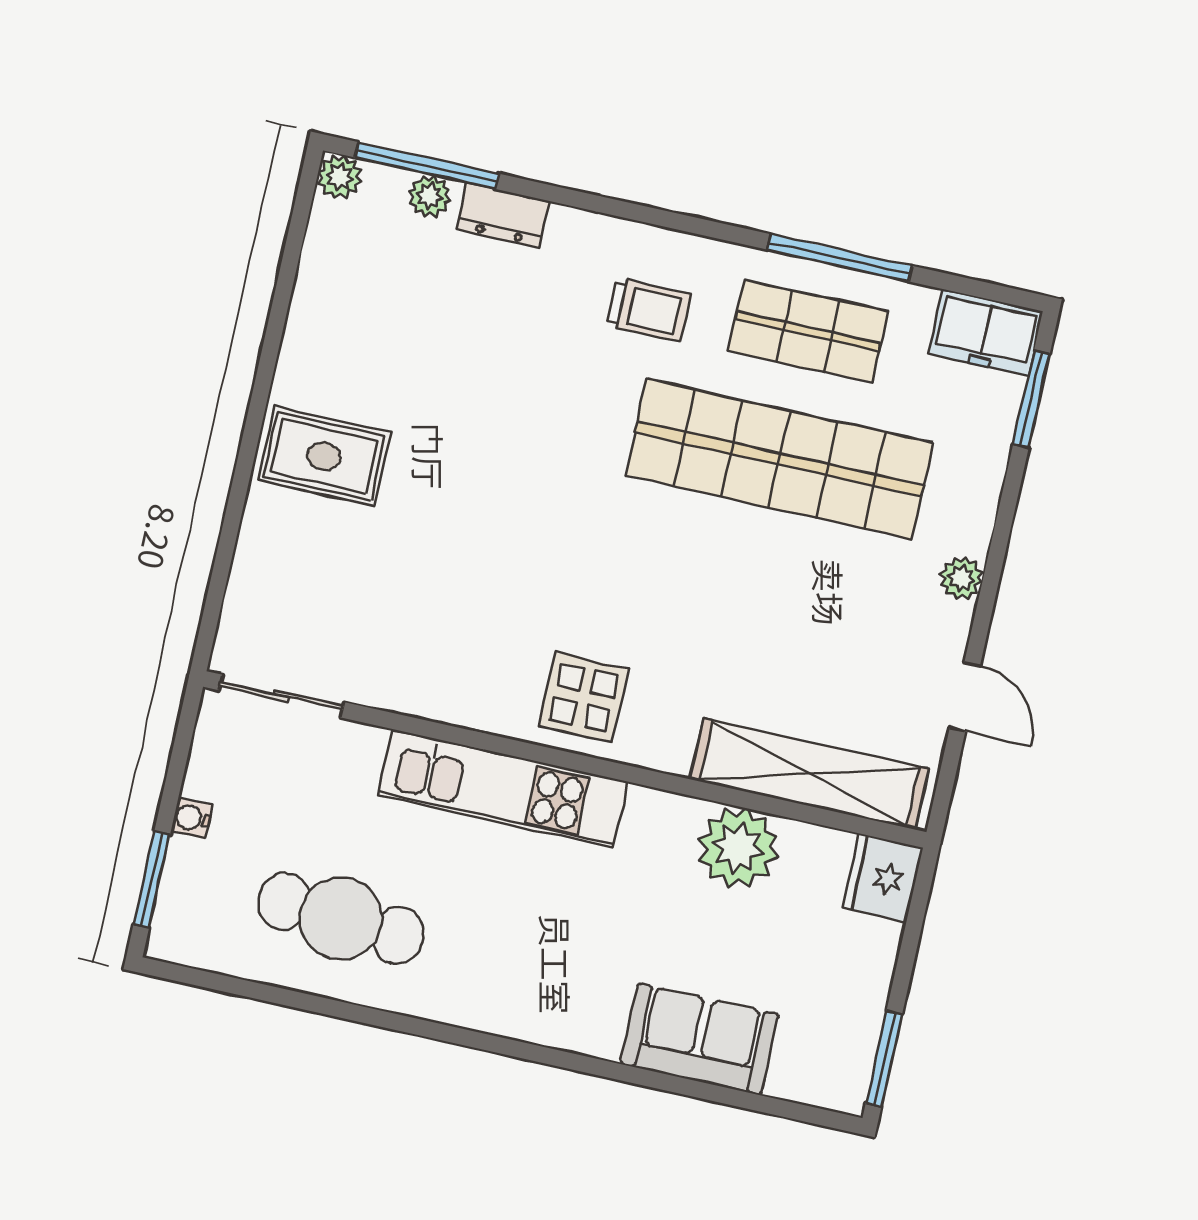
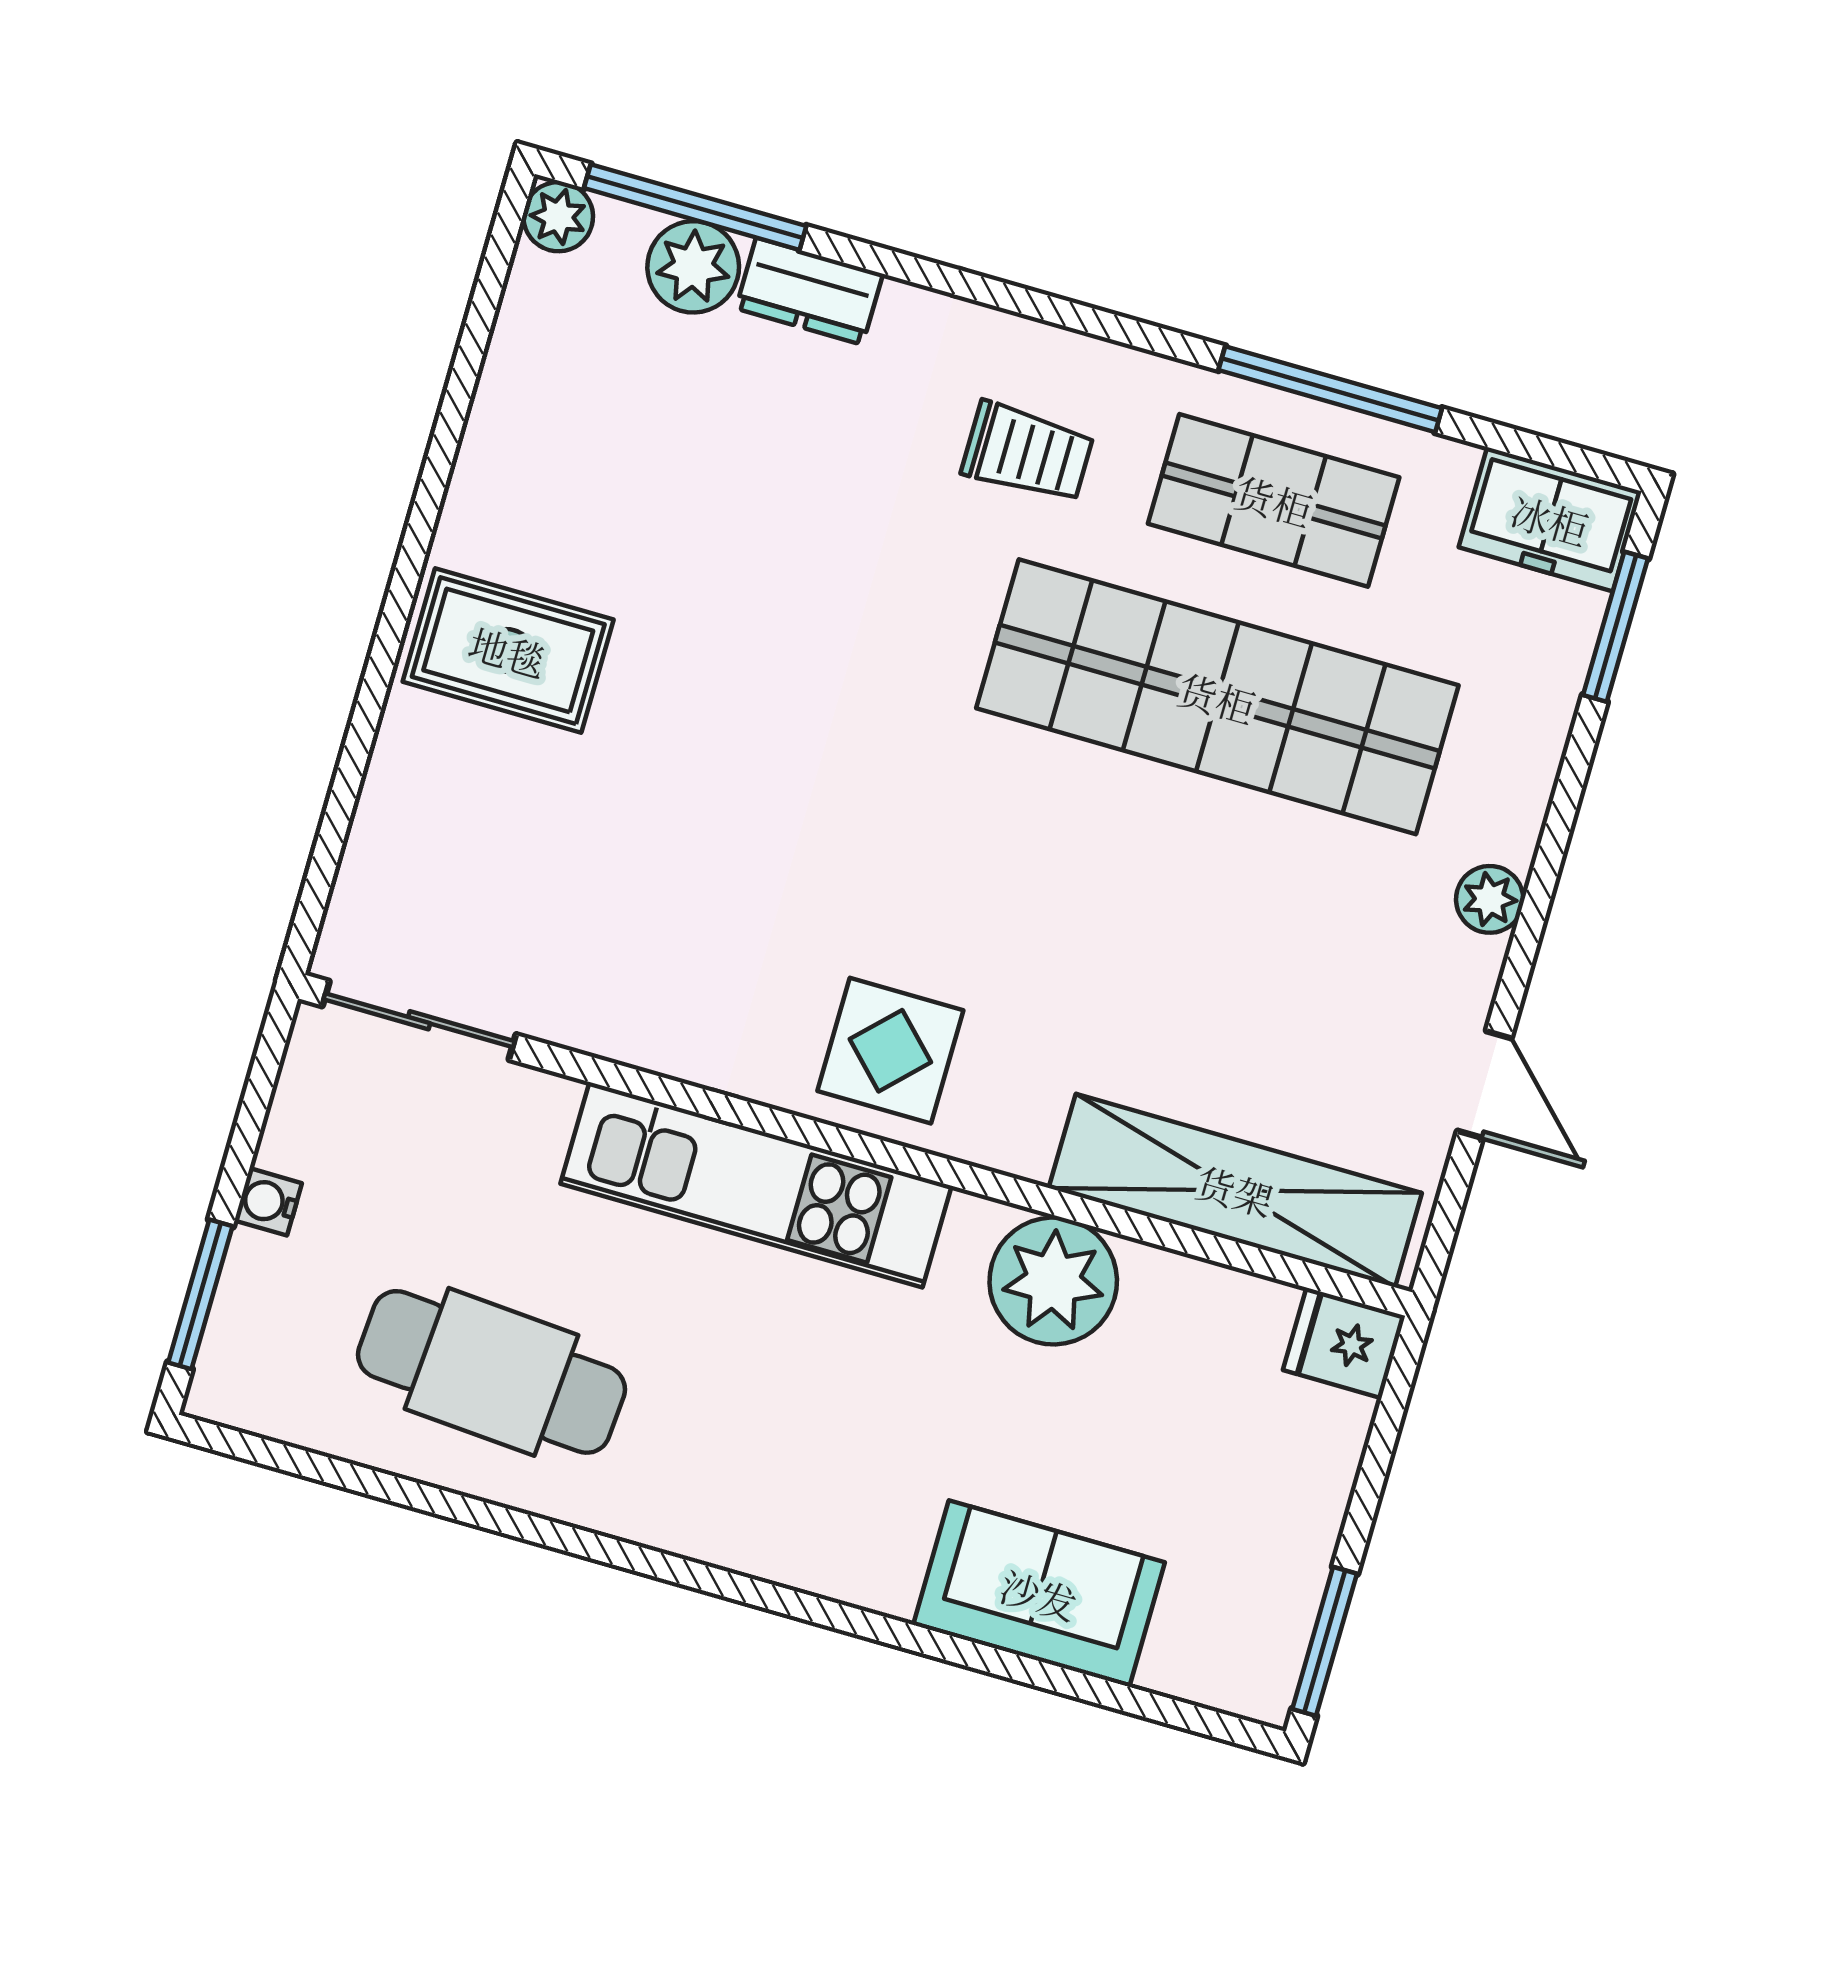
plant: (430, 196) -> (693, 267), width x1.38, depth x1.38
plant: (738, 848) -> (1053, 1281), moved
fridge: (883, 878) -> (1344, 1343), width x0.72

